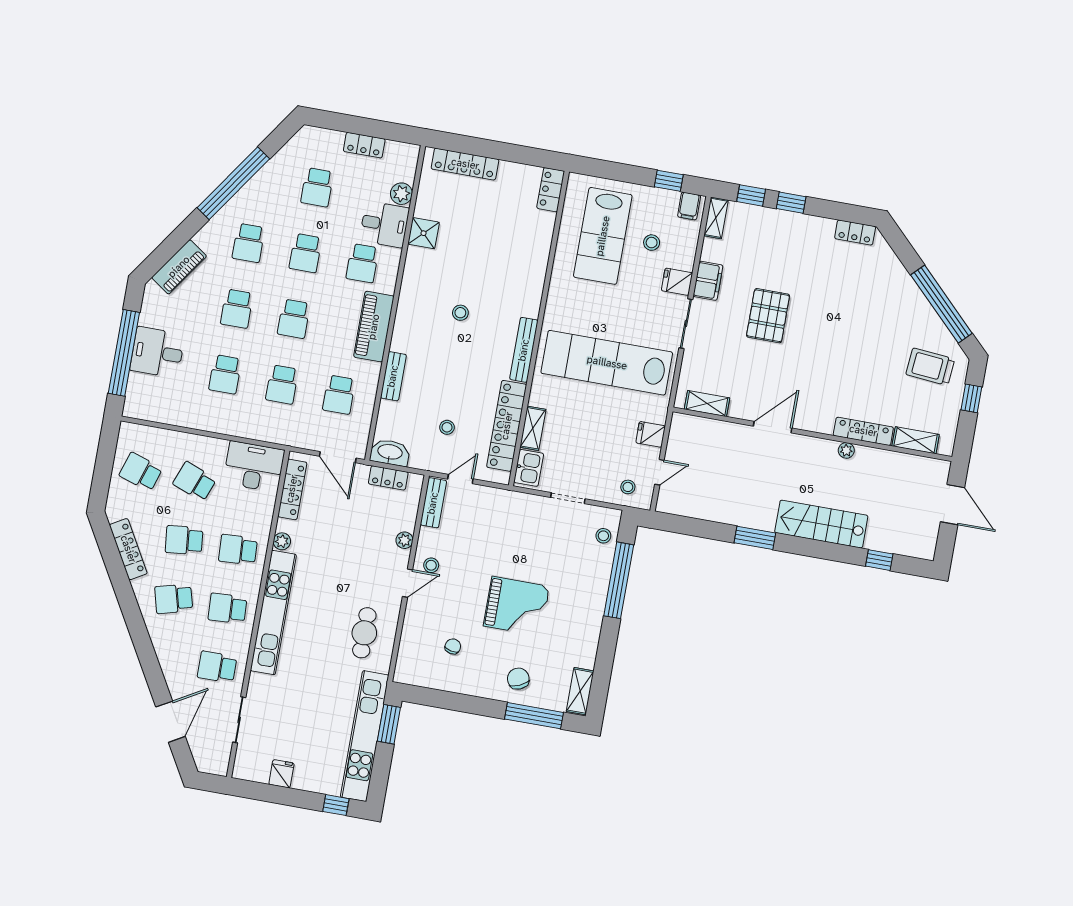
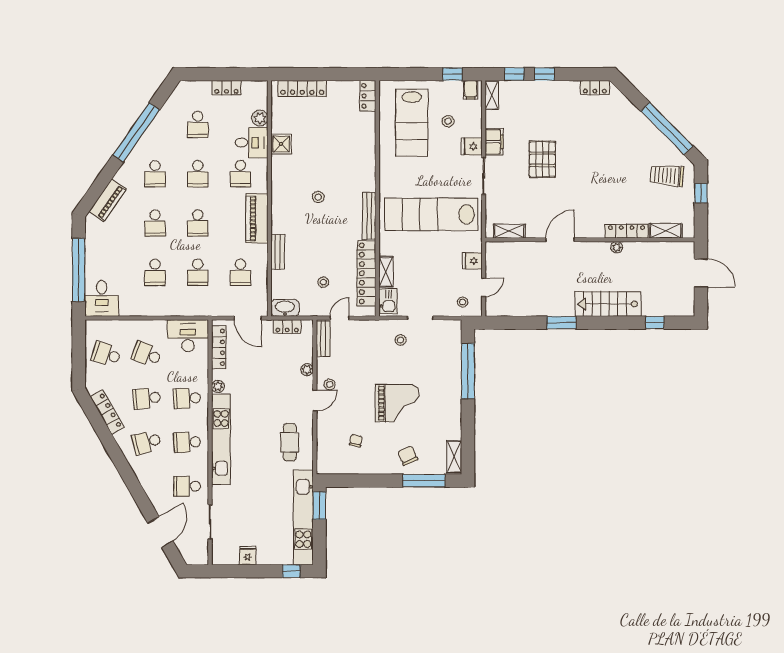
desk: (157, 352) -> (102, 298), moved, turned -90
stool: (603, 536) -> (401, 340), moved

